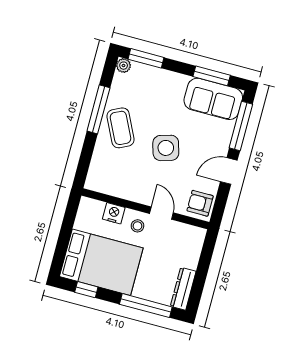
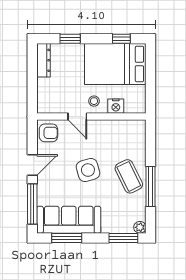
sofa: (213, 99) -> (69, 220), width x1.36
window: (146, 306) -> (70, 39), width x0.46

